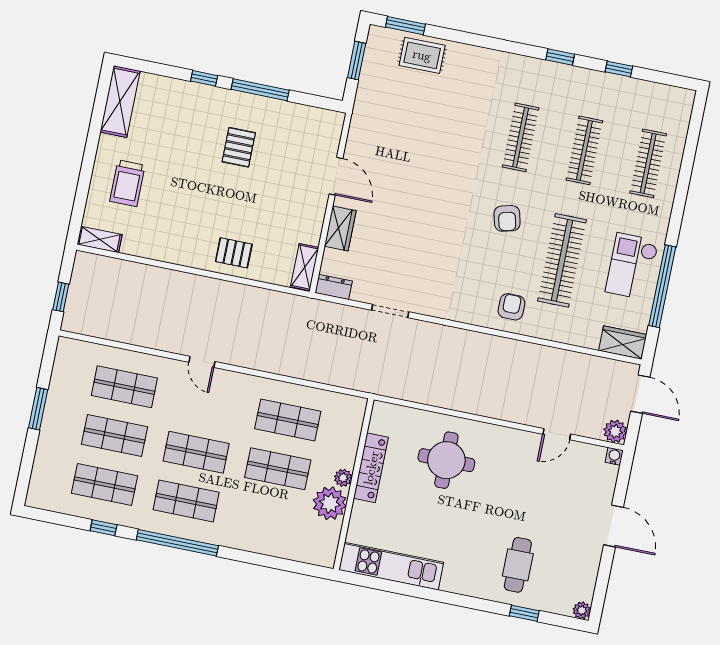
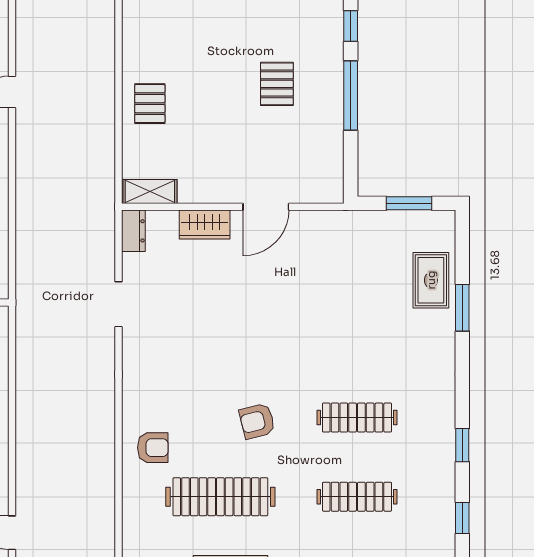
window: (405, 26) -> (462, 308), moved
pallet: (239, 147) -> (277, 84), turned 90

